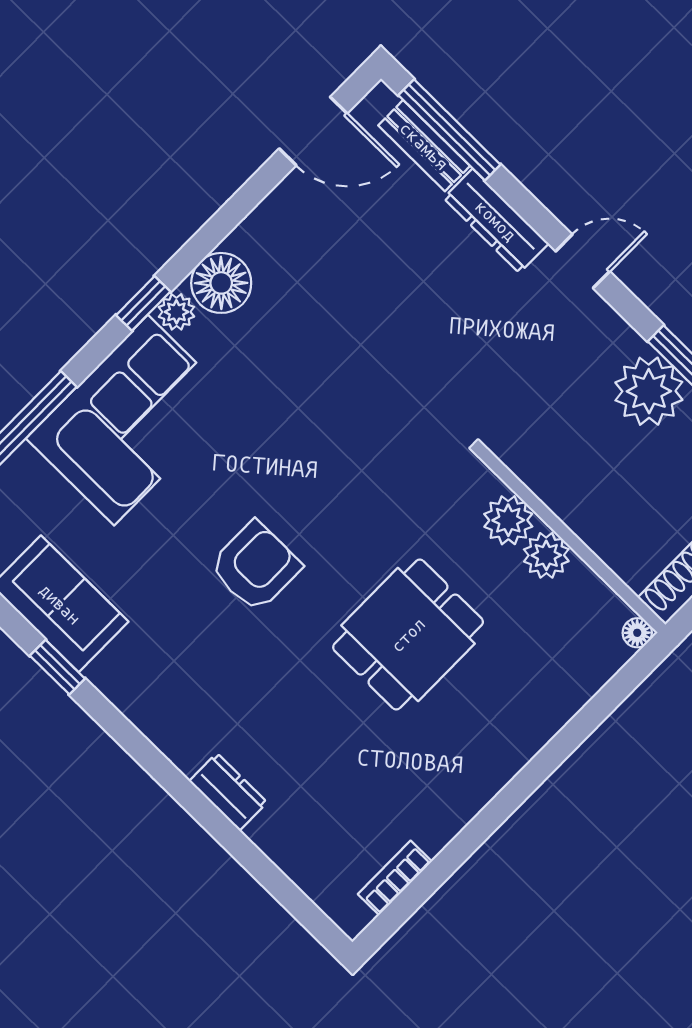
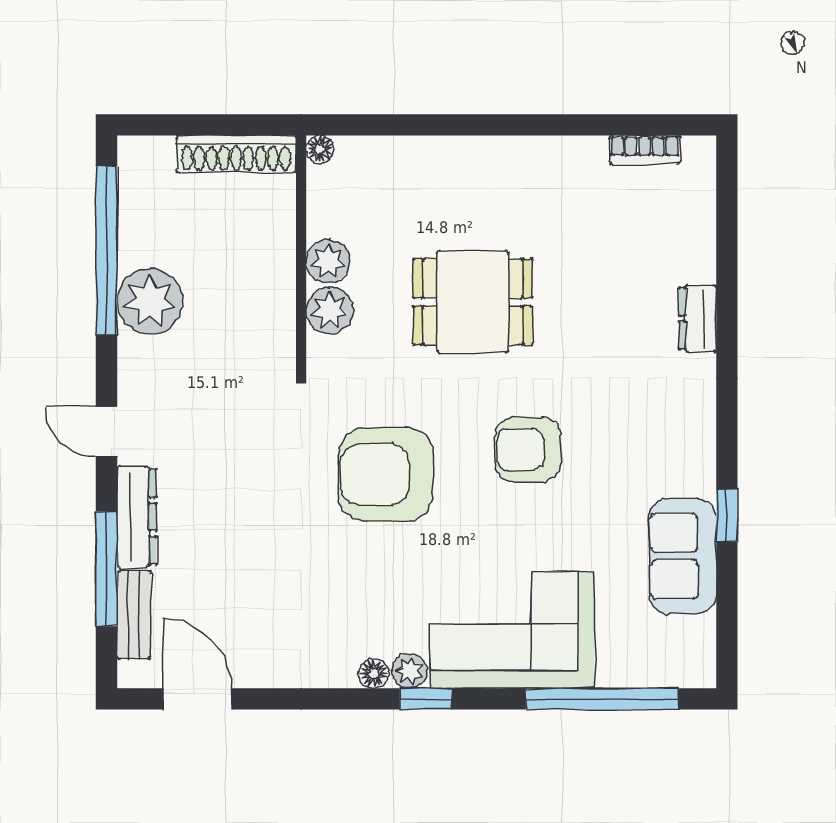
window: (449, 130) -> (106, 569), moved
floor lamp: (221, 283) -> (374, 673), width x0.53, depth x0.53
armchair: (342, 440) -> (386, 474), added

